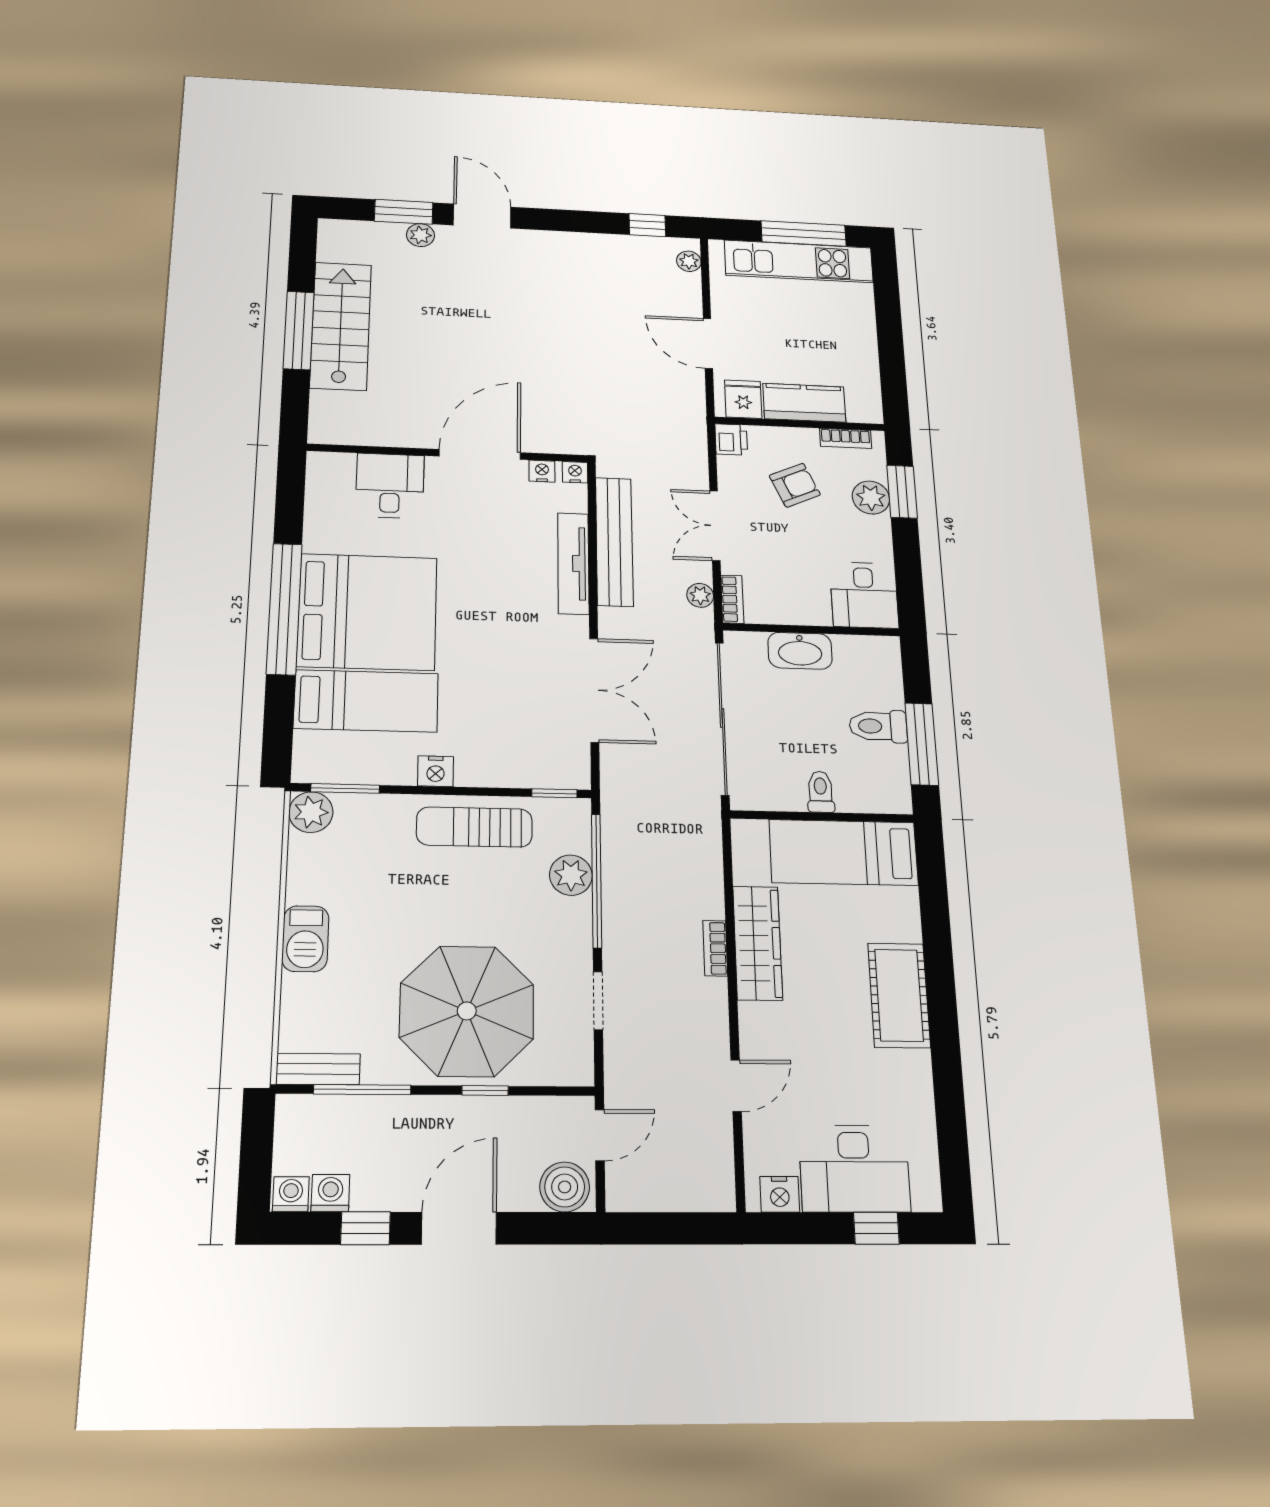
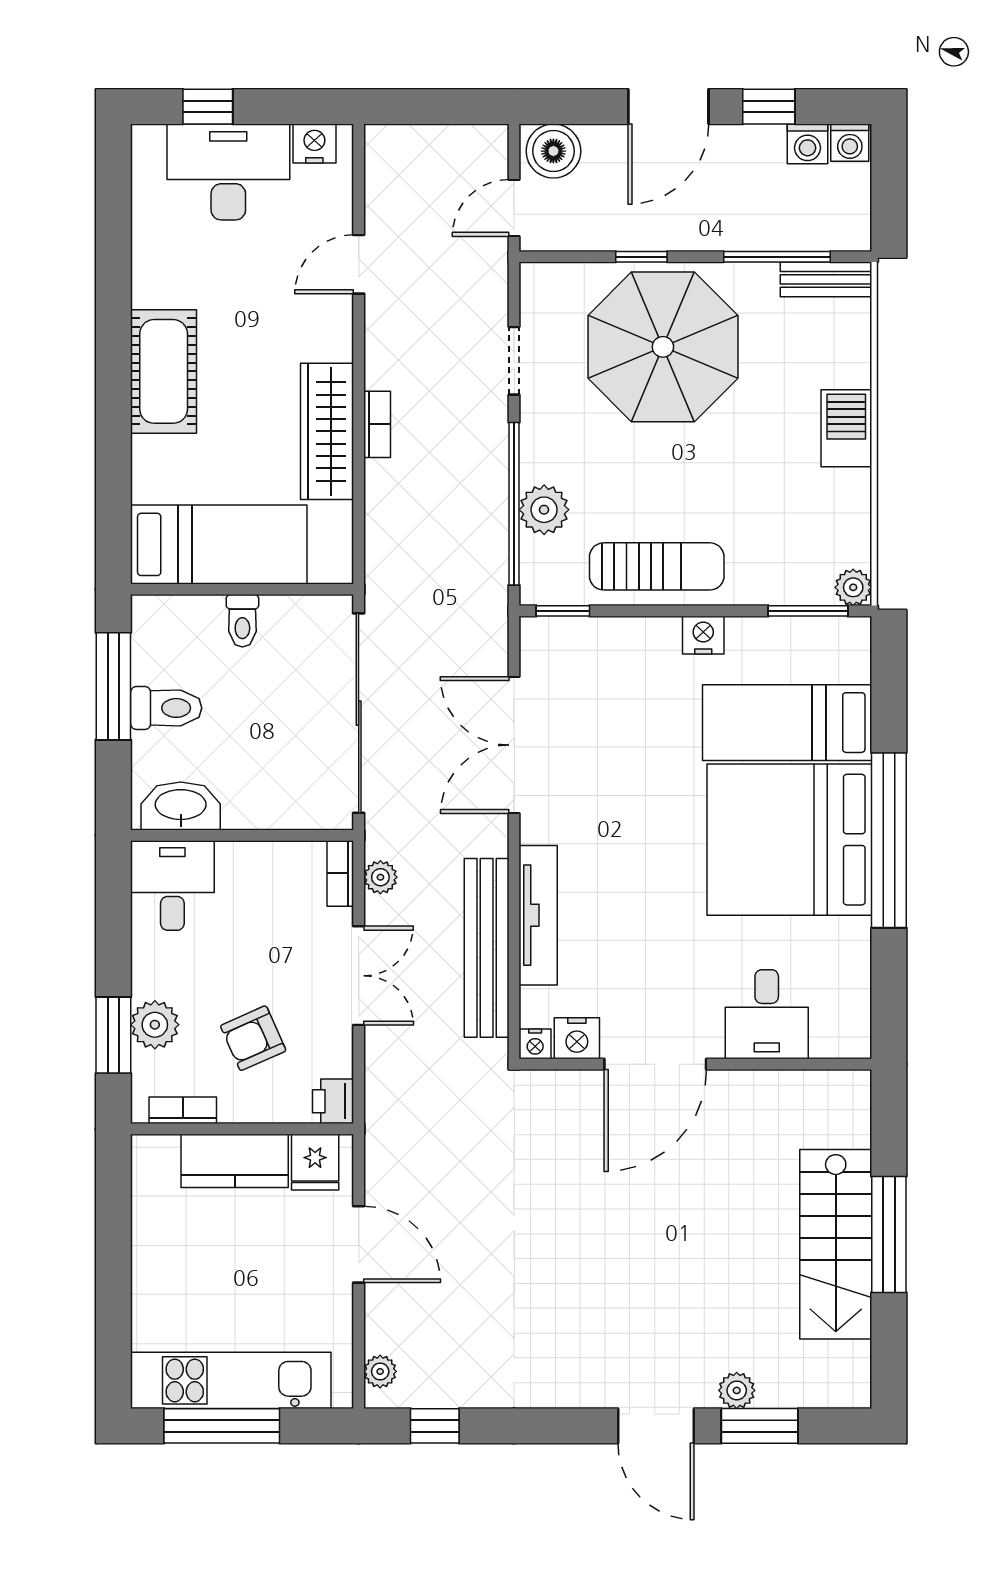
nightstand: (542, 471) -> (577, 1038), width x1.39, depth x1.35
washbasin: (800, 651) -> (181, 806), moved
plant: (311, 812) -> (853, 587), width x0.73, depth x0.73

